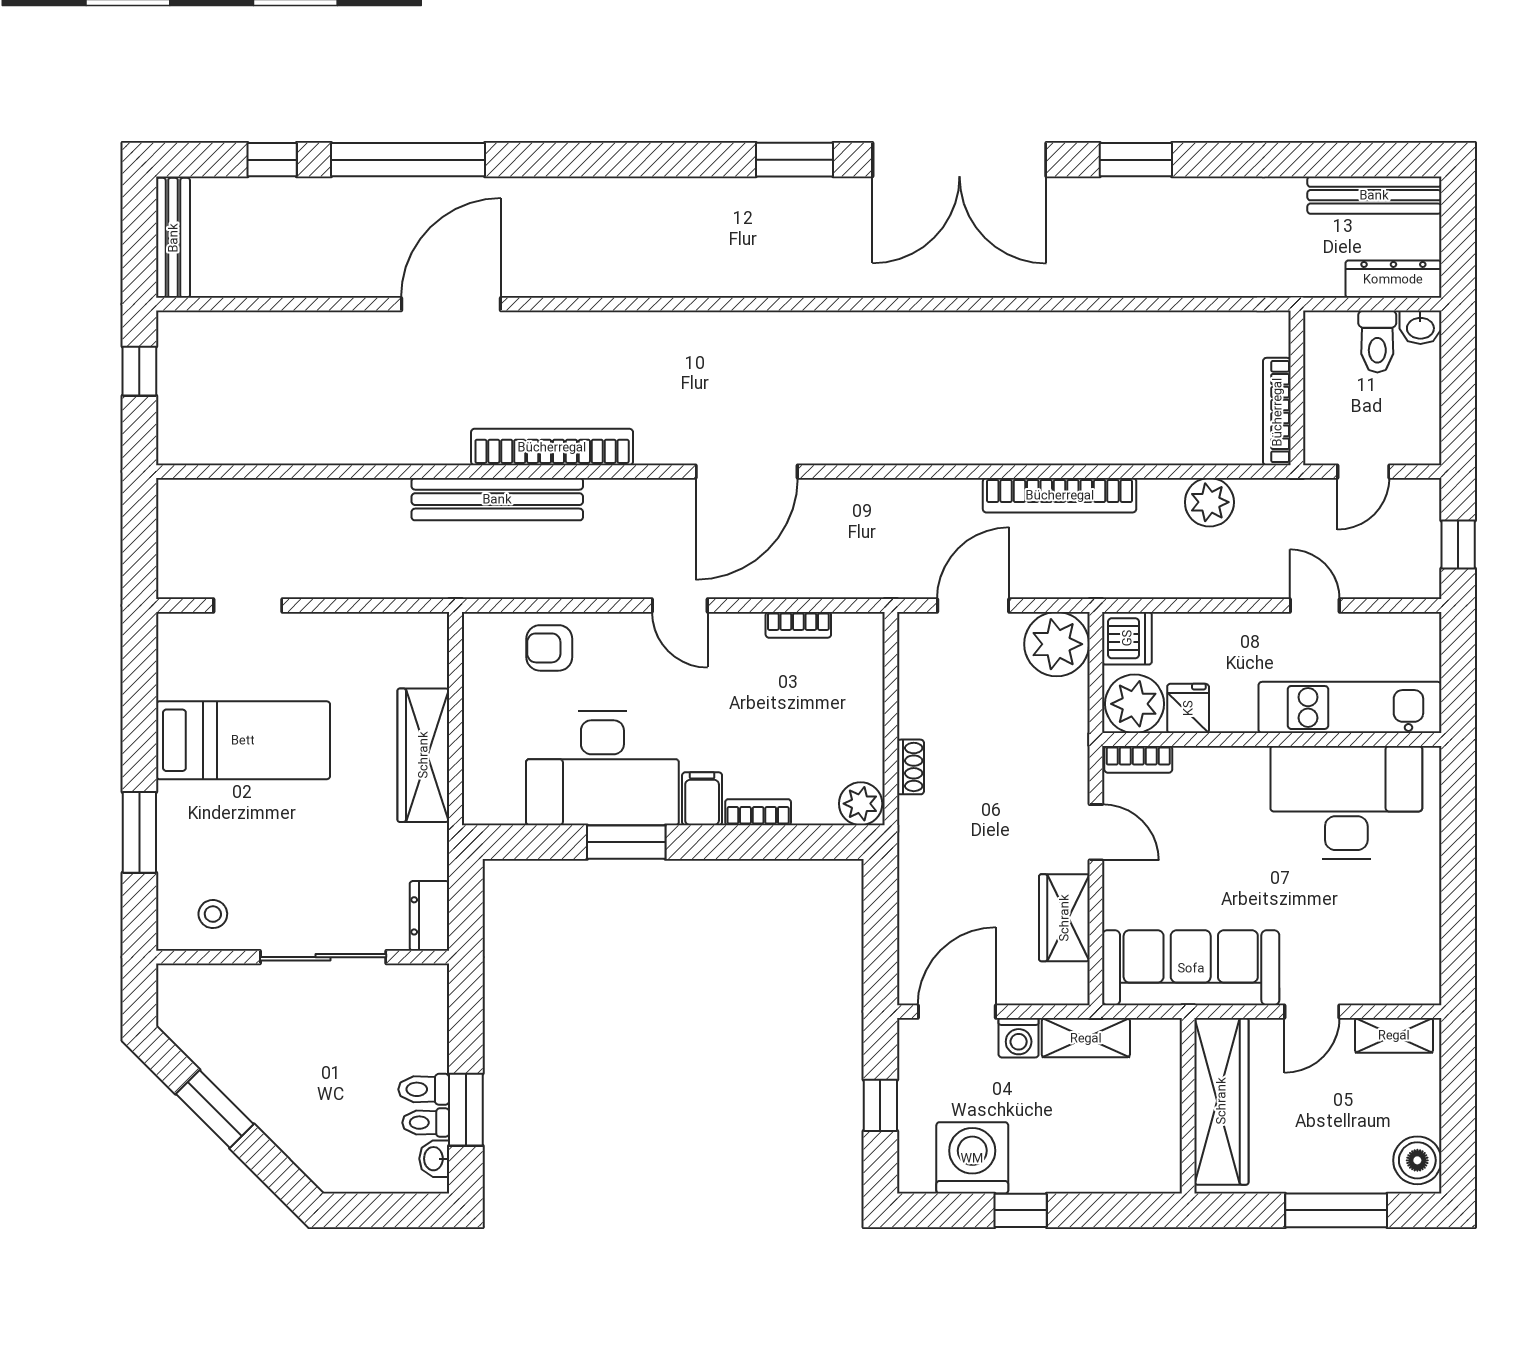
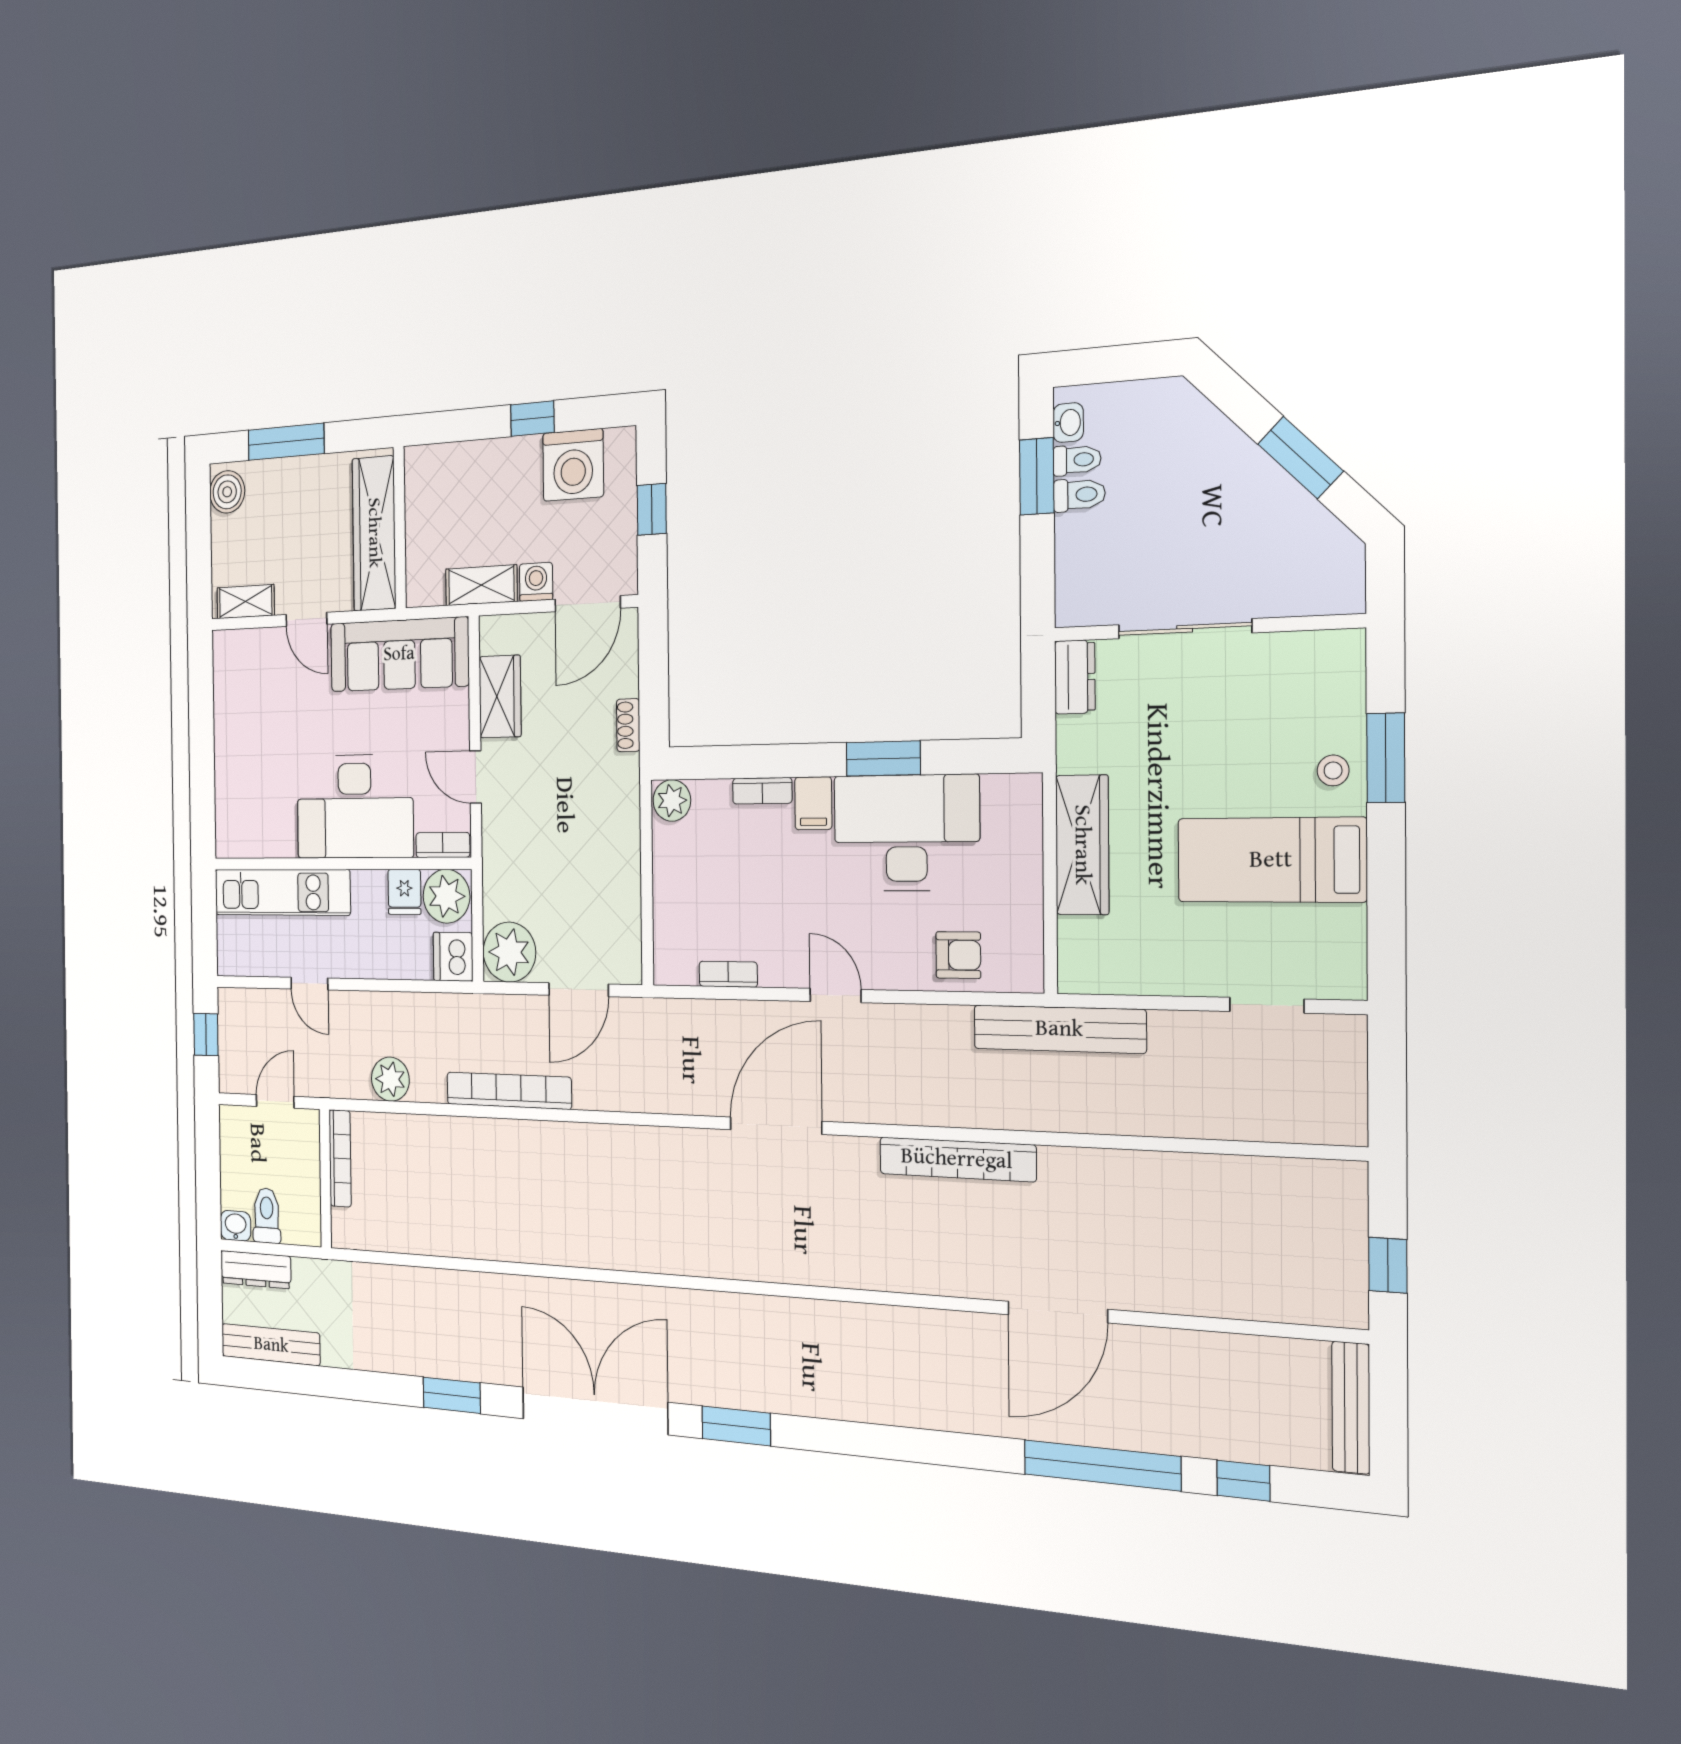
bench: (497, 499) -> (1059, 1029), moved
shoe rack: (910, 767) -> (628, 725), moved
desk: (1346, 802) -> (355, 807), moved
stool: (213, 914) -> (1333, 770), moved
door: (1312, 1012) -> (306, 619), swing flipped

